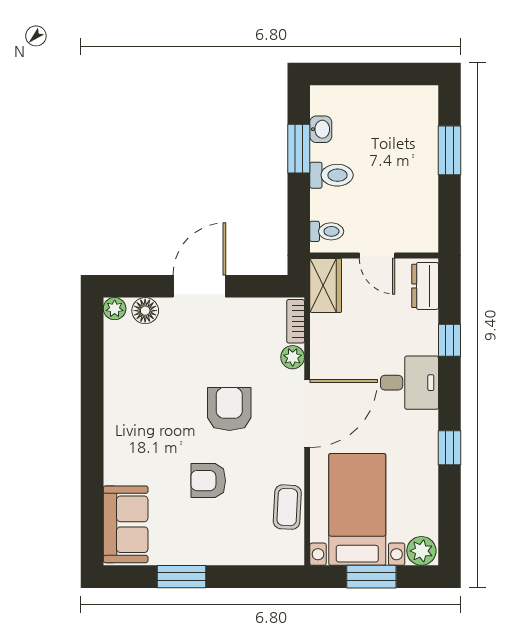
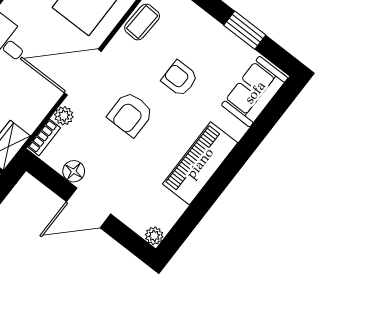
floor lamp: (145, 311) -> (74, 171), moved
piano: (124, 413) -> (200, 163), added
armchair: (208, 481) -> (180, 78), turned 180

